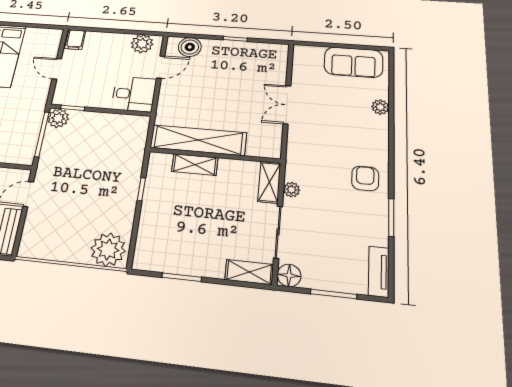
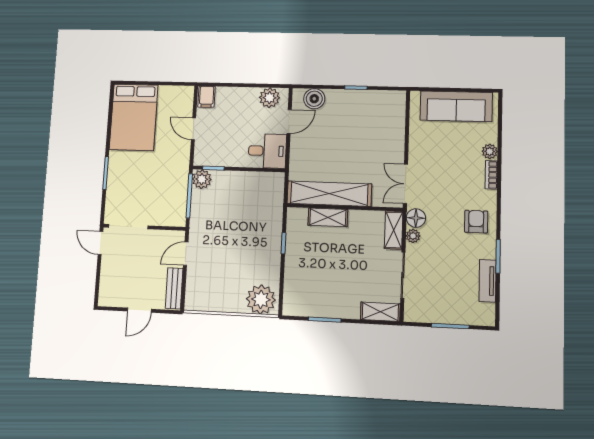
sofa: (353, 62) -> (456, 106), width x1.36
double door: (287, 105) -> (405, 184), moved
bookcase: (382, 131) -> (491, 175), added
tv unit: (379, 272) -> (488, 281), moved
floor lamp: (289, 275) -> (416, 218), moved

